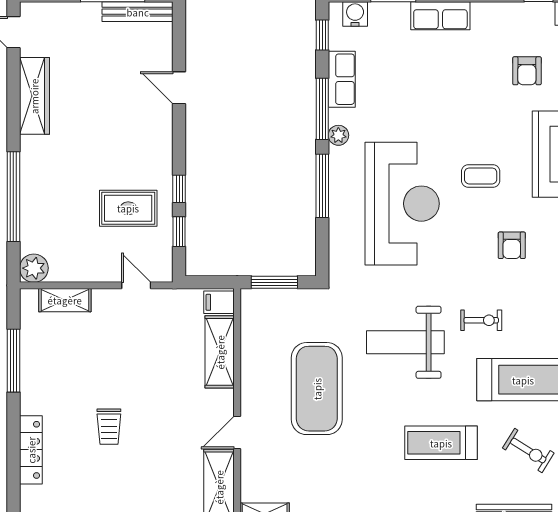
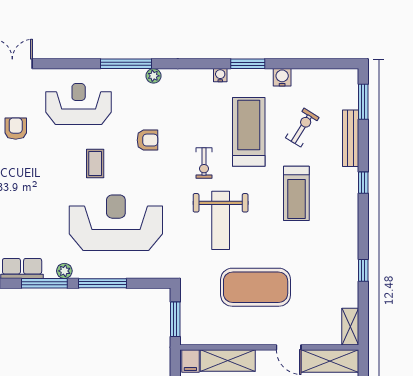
armchair: (527, 71) -> (16, 129), turned -90
exercise bike: (481, 320) -> (204, 163), turned 180

